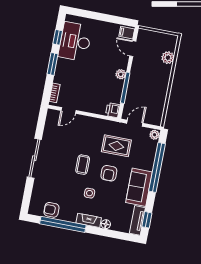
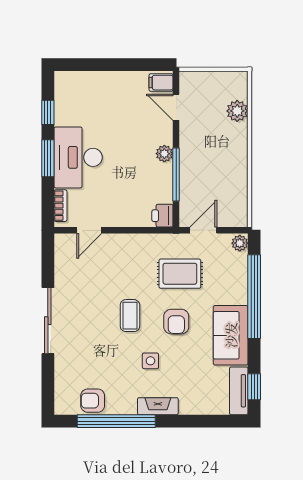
desk: (75, 42) -> (78, 157), moved
floor lamp: (106, 224) -> (187, 407), removed

